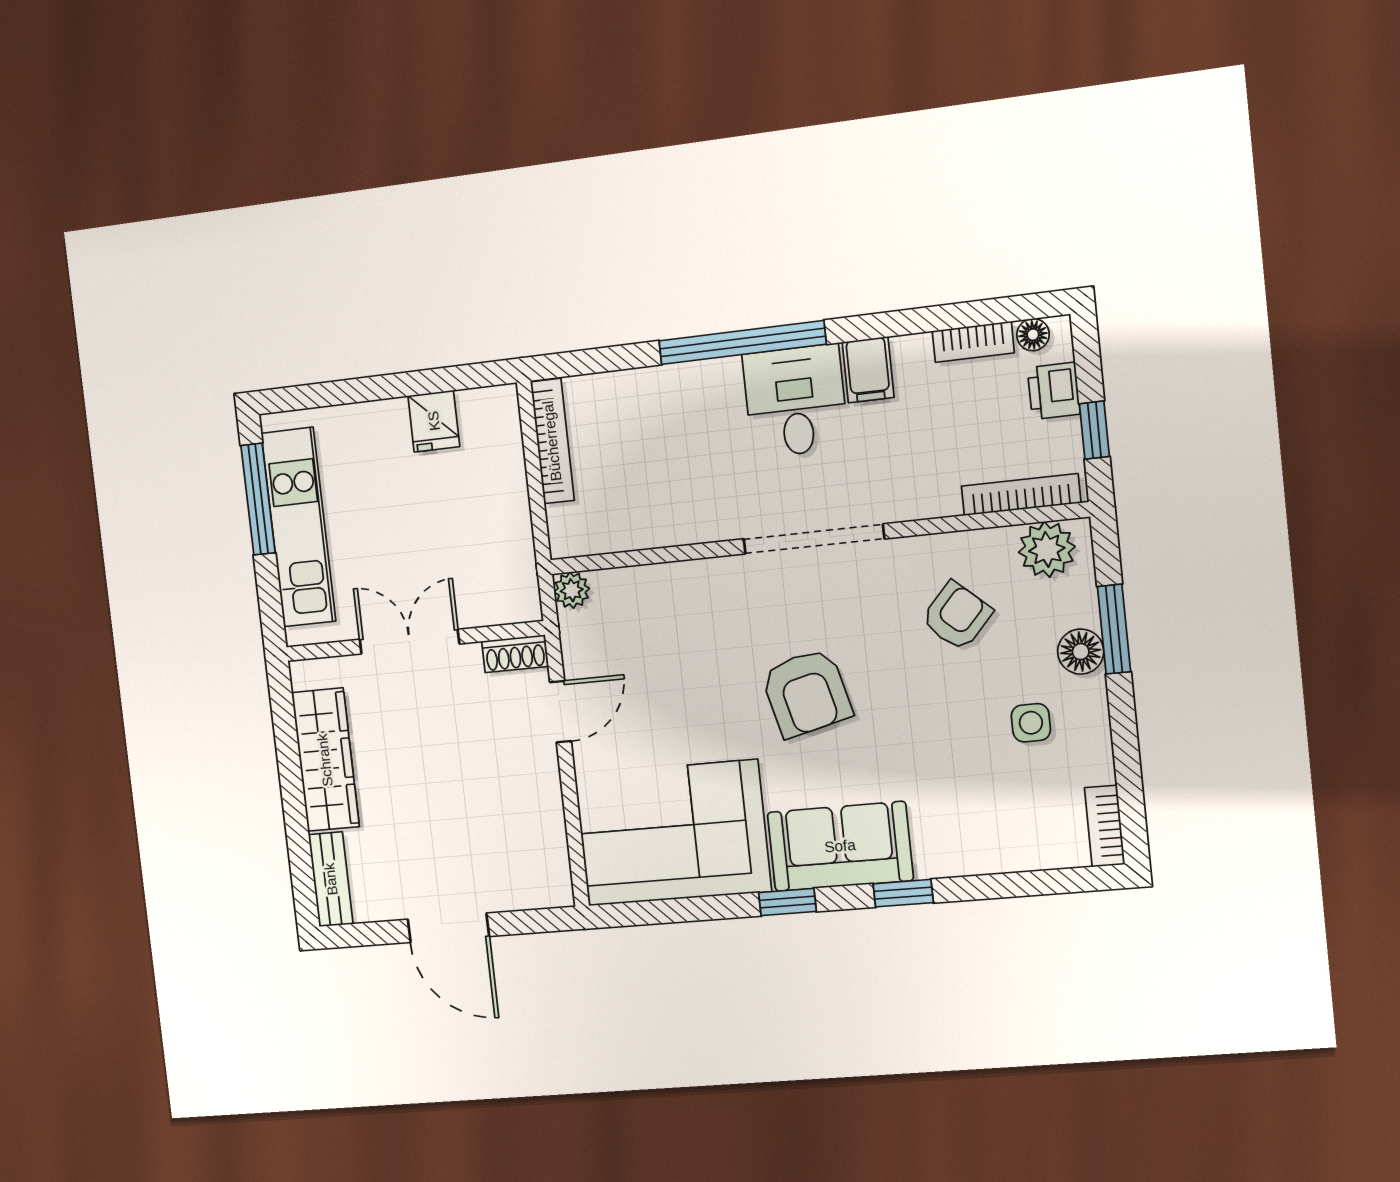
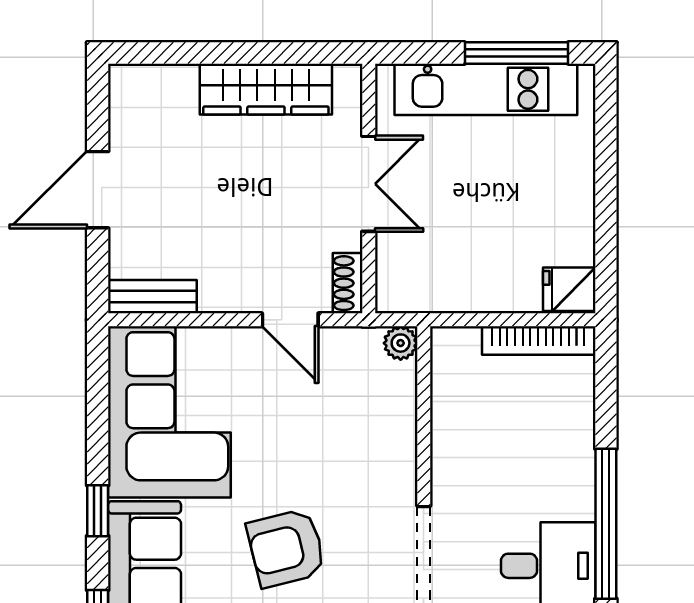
fridge: (434, 421) -> (569, 289), moved
bench: (331, 879) -> (152, 297), moved

